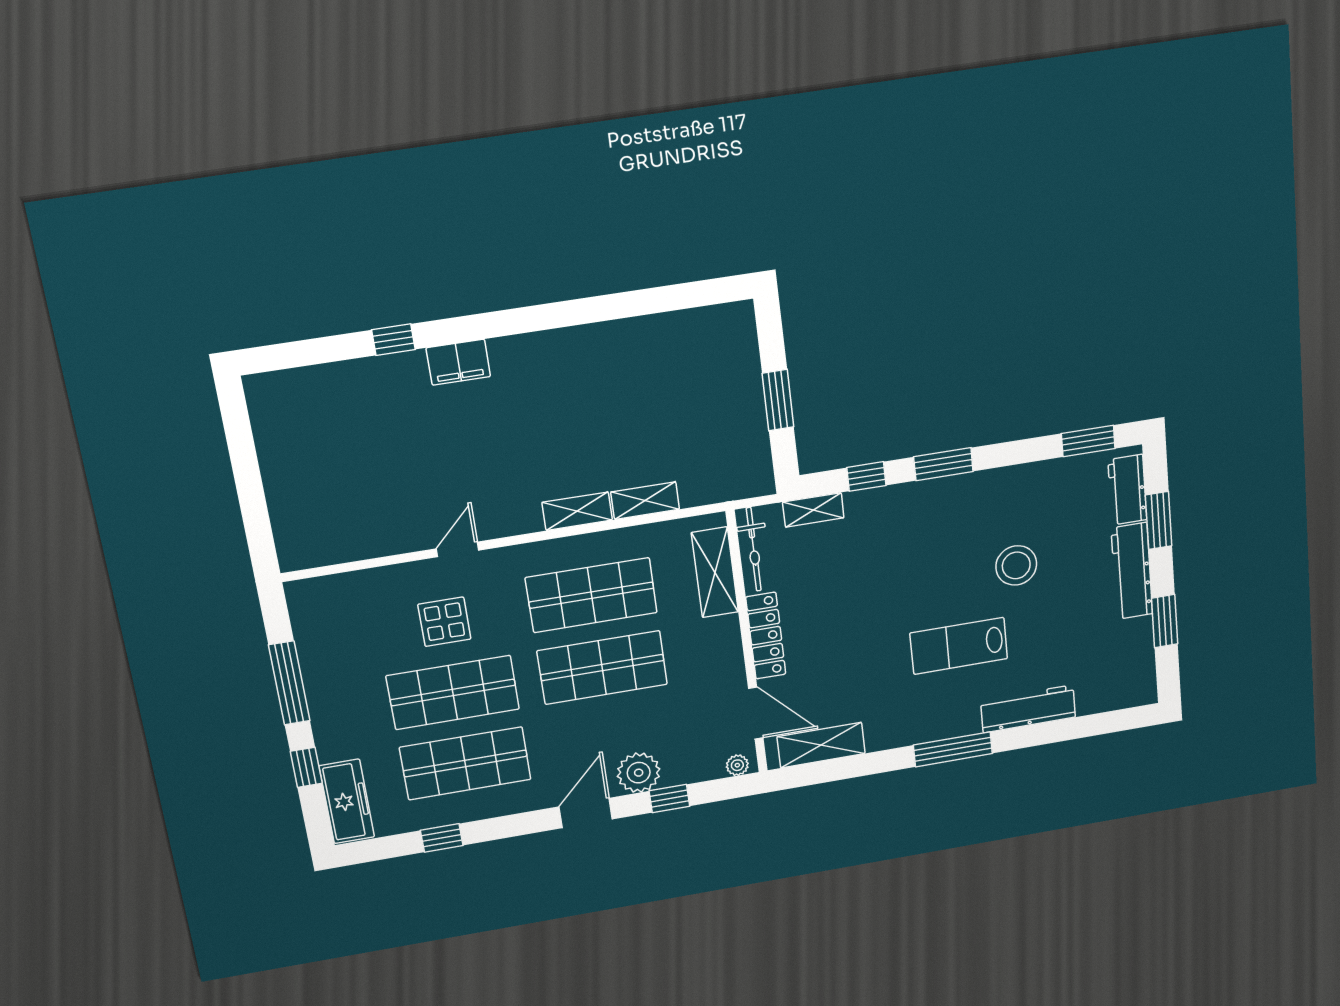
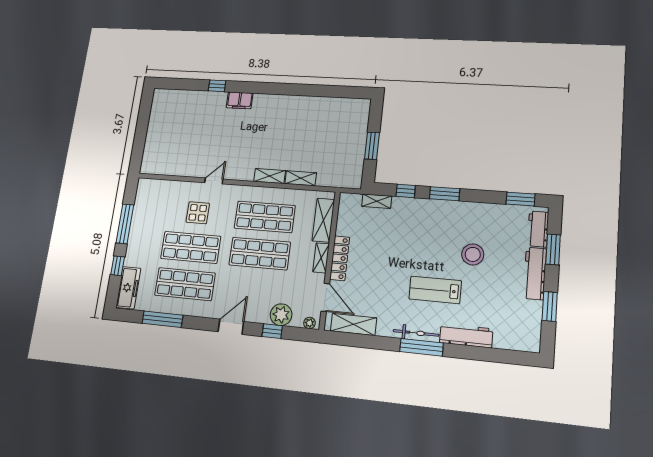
bicycle: (754, 549) -> (416, 333), moved, turned -90
shelving: (729, 644) -> (321, 258), added
plant: (639, 773) -> (281, 315), moved
window: (442, 838) -> (162, 319), width x2.17

